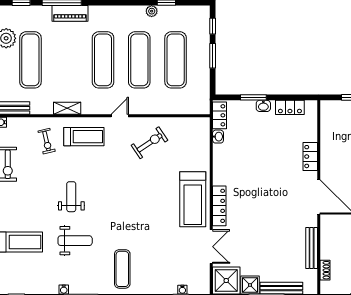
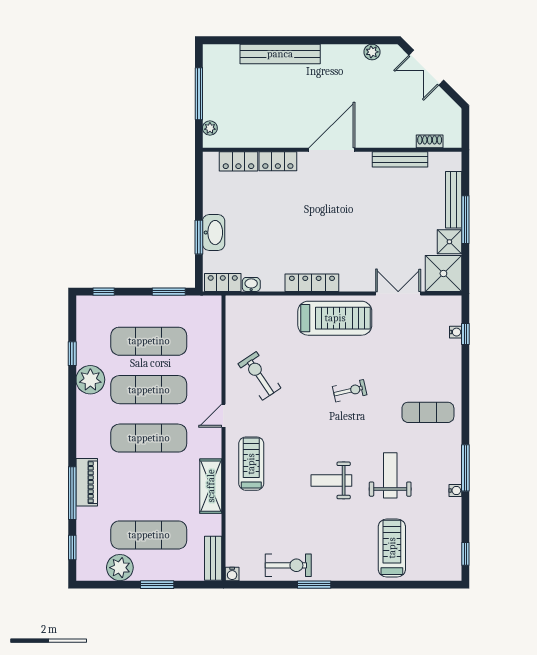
plant: (152, 11) -> (90, 380), width x1.88, depth x1.88
window: (213, 56) -> (169, 292), moved
washbasin: (263, 106) -> (214, 233), width x1.91, depth x1.45
plant: (335, 106) -> (210, 128), added
locker: (290, 107) -> (238, 161), moved, turned 90
shelving: (67, 108) -> (211, 486), width x1.50, depth x1.33
door: (120, 116) -> (223, 416), hinge flipped
exercise bike: (47, 141) -> (350, 391), moved
locker: (219, 206) -> (312, 283), moved

